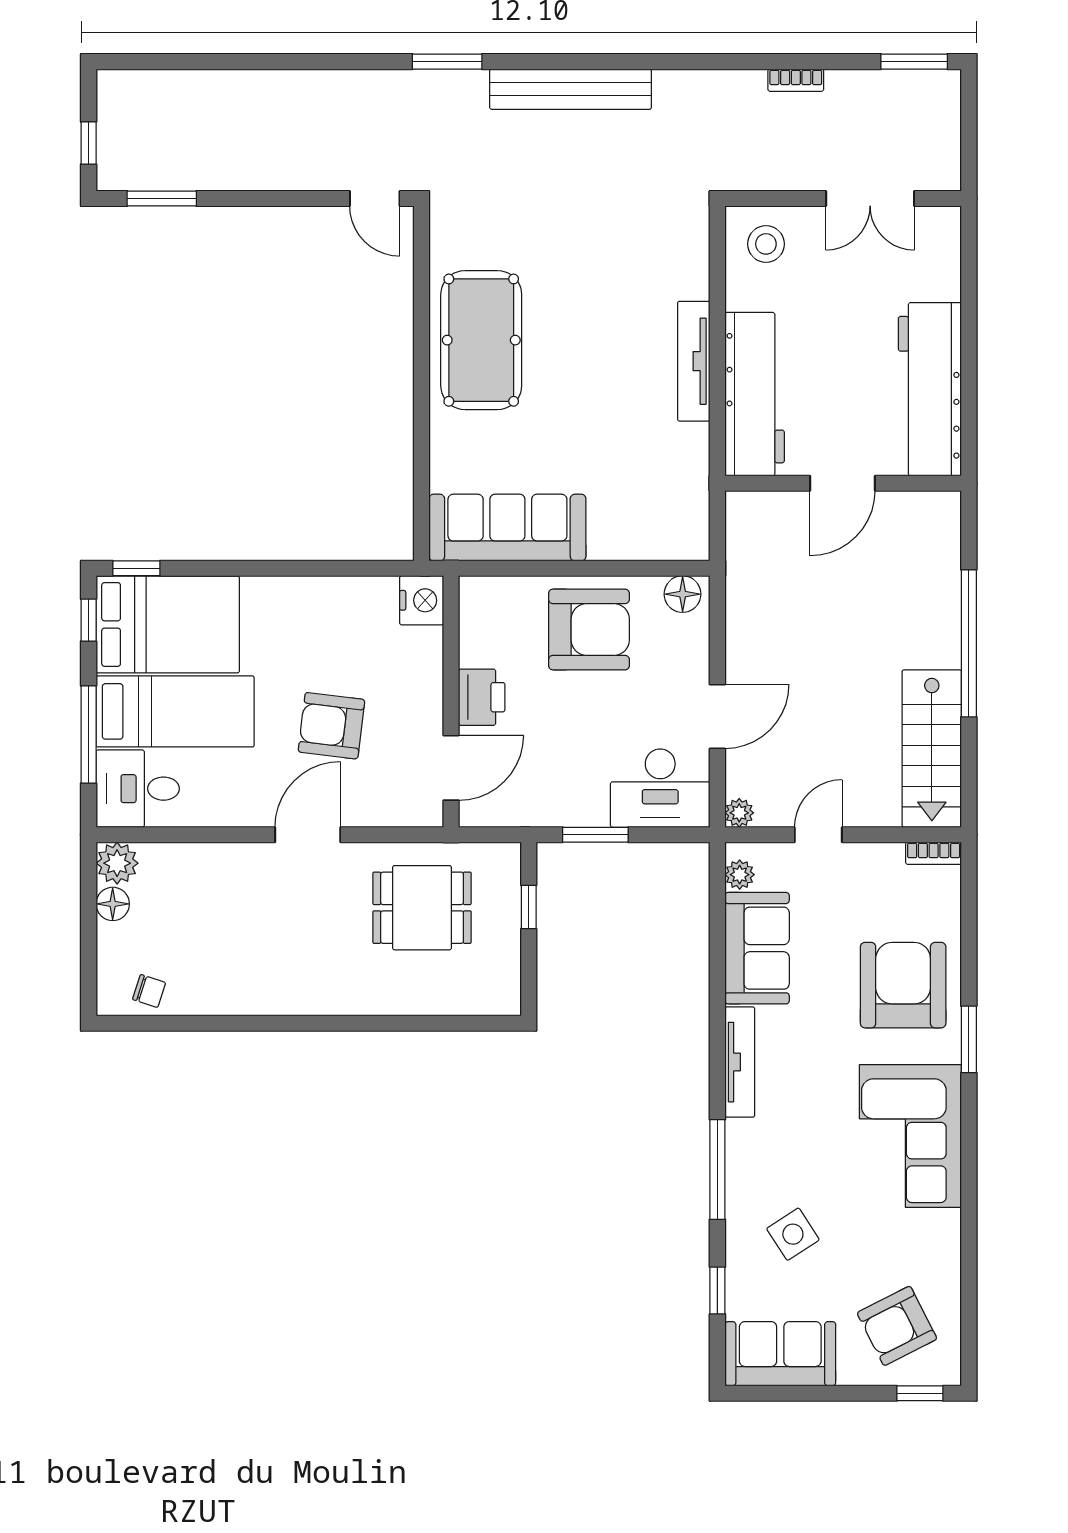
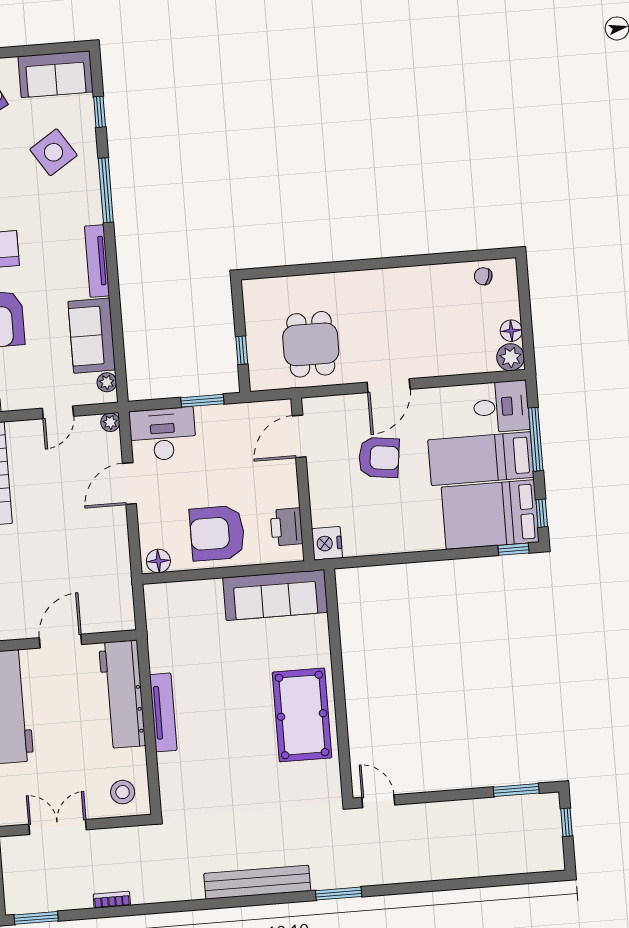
printer: (482, 697) -> (287, 527), moved
dining table: (422, 908) -> (311, 344), turned 90
side table: (793, 1234) -> (54, 152), width x1.37, depth x1.37

